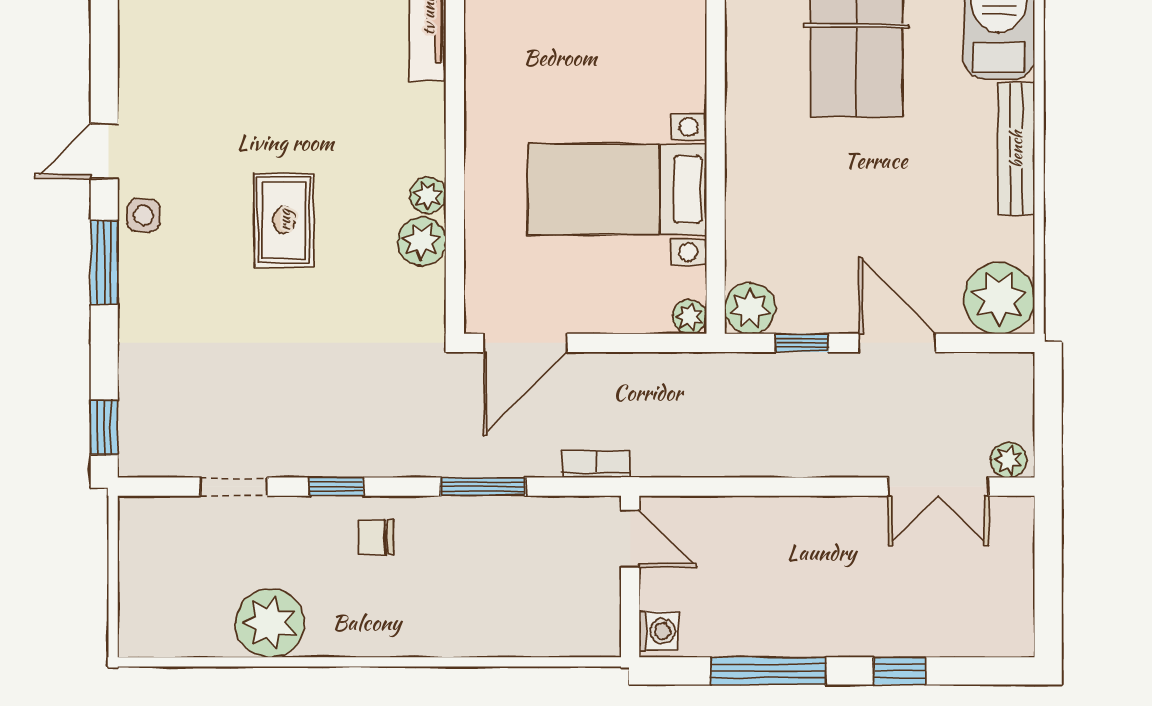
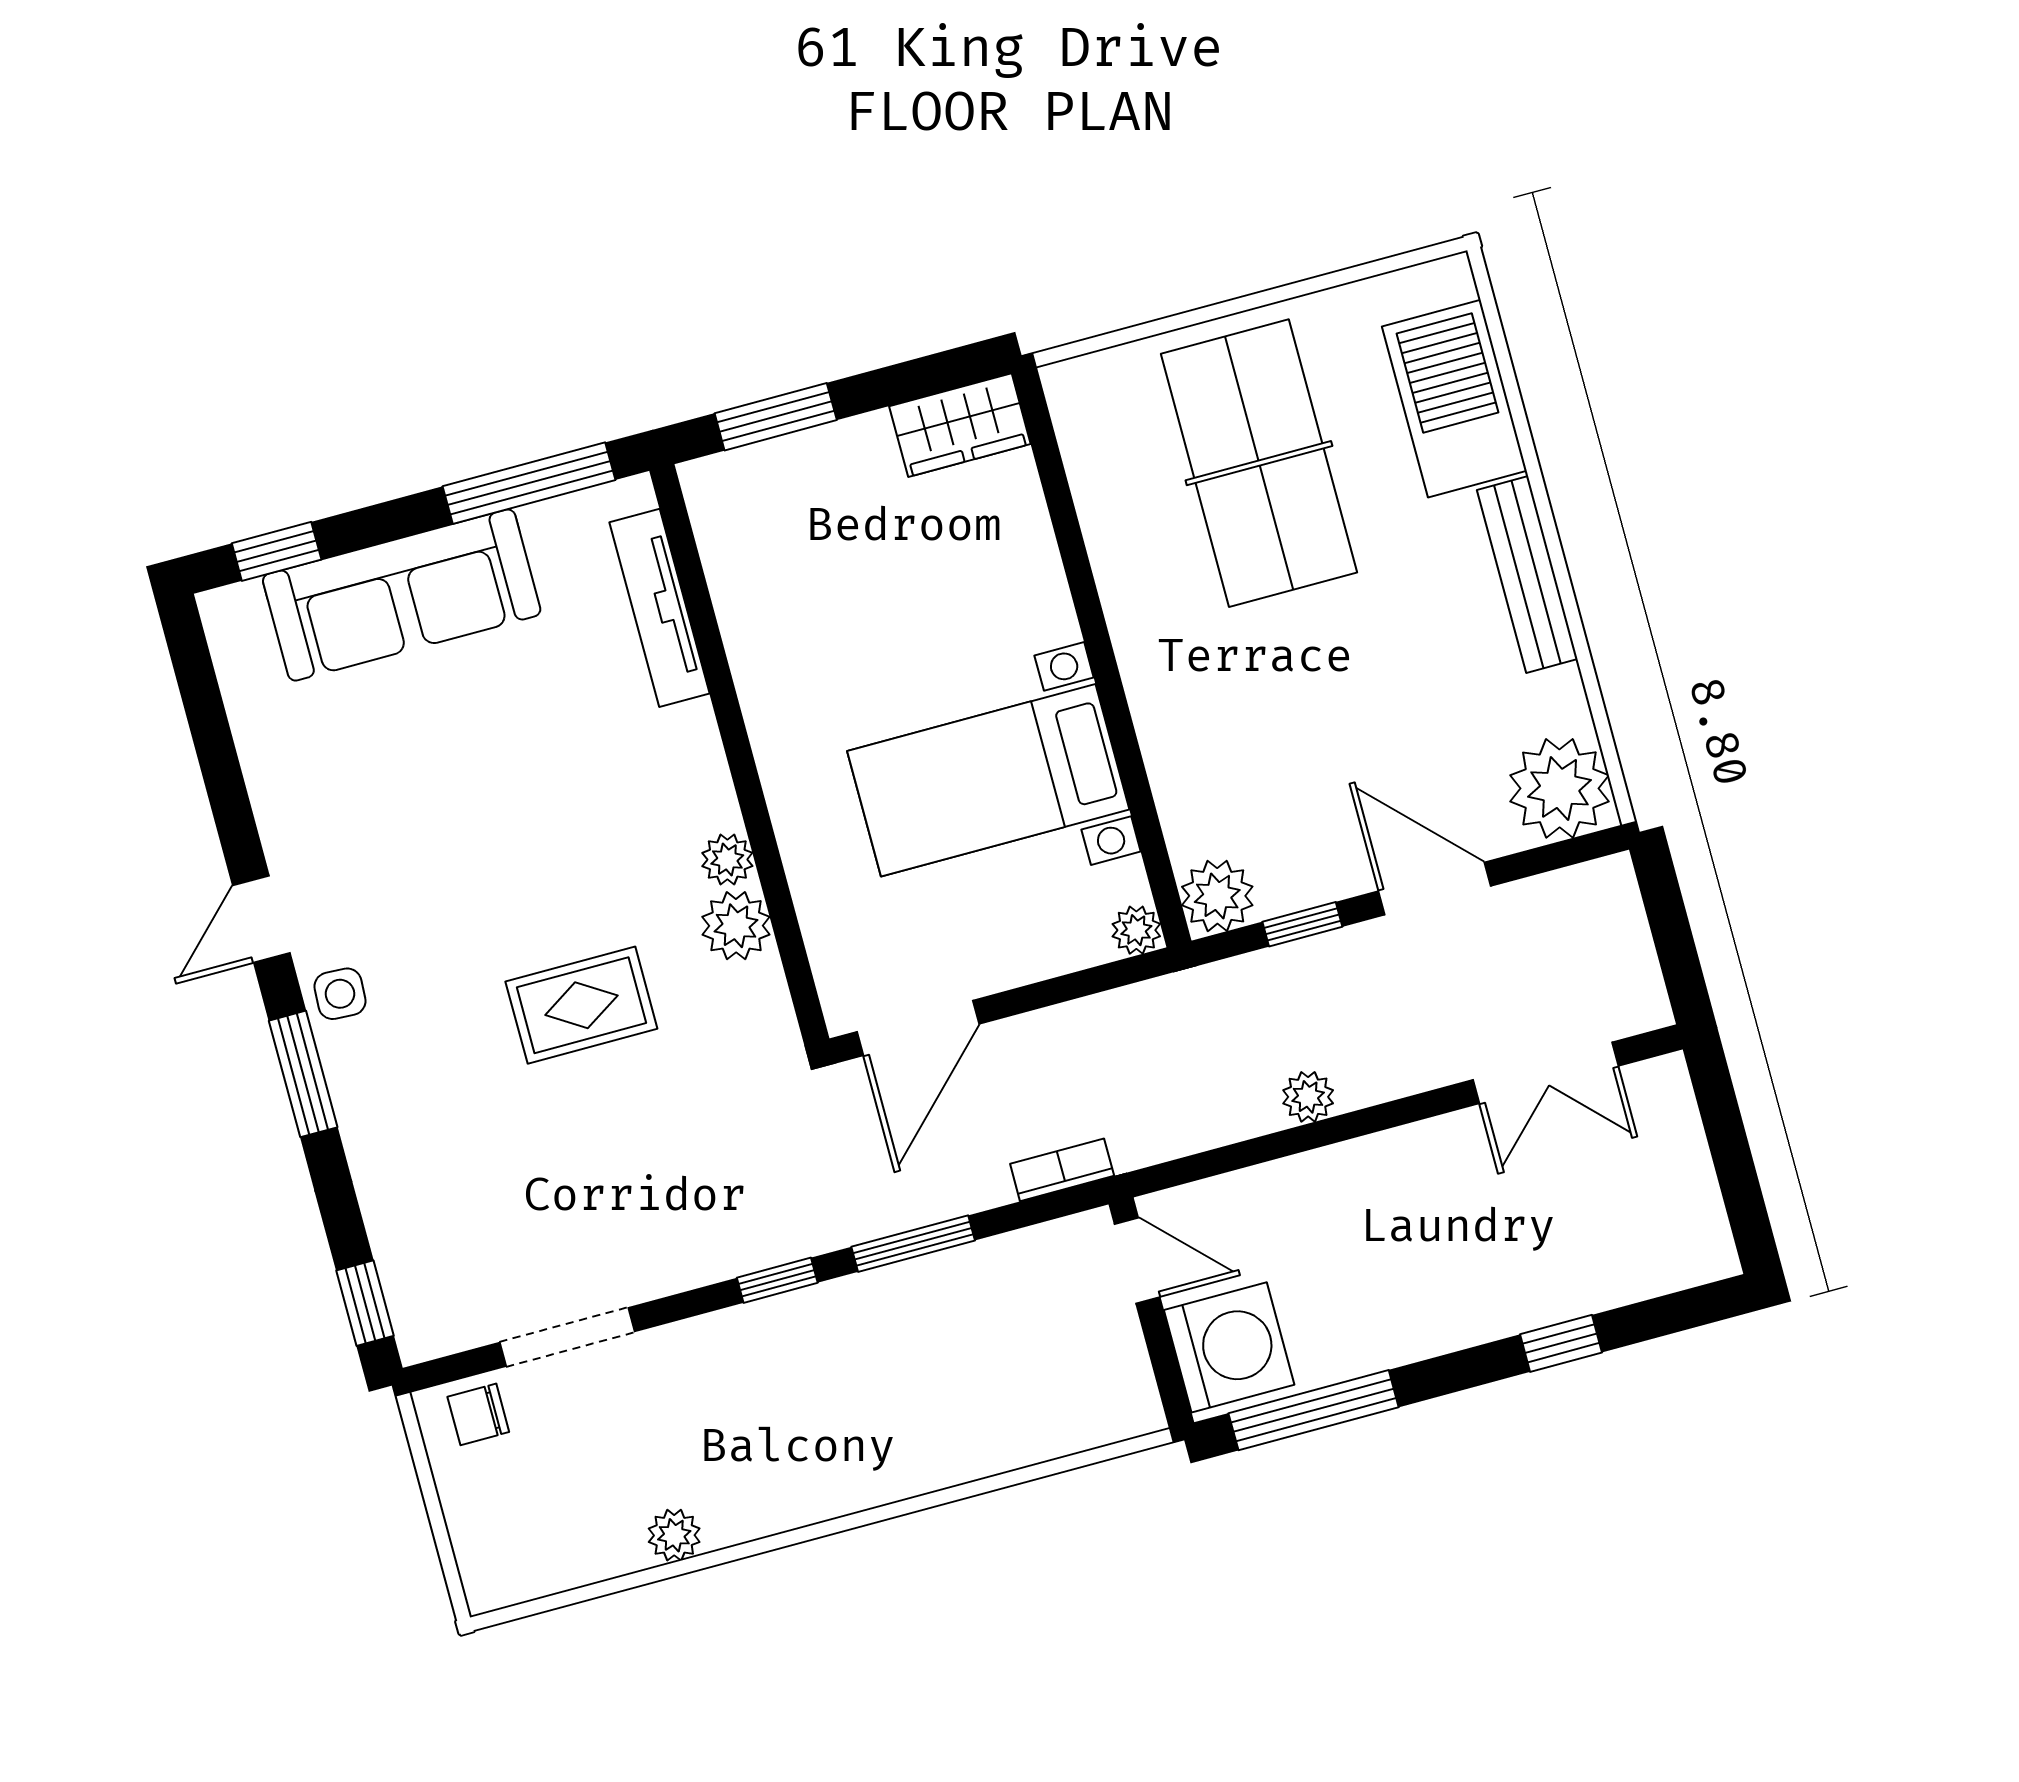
rug: (284, 220) -> (581, 1005), moved, turned 90
plant: (1009, 460) -> (1308, 1097), moved
doorway: (234, 487) -> (567, 1337), width x1.38
window: (336, 487) -> (777, 1280), moved
chair: (376, 537) -> (478, 1414), moved
plant: (270, 623) -> (674, 1535), width x0.53, depth x0.53
washing machine: (659, 631) -> (1229, 1347), width x1.89, depth x1.89
window: (768, 671) -> (1314, 1410), moved

